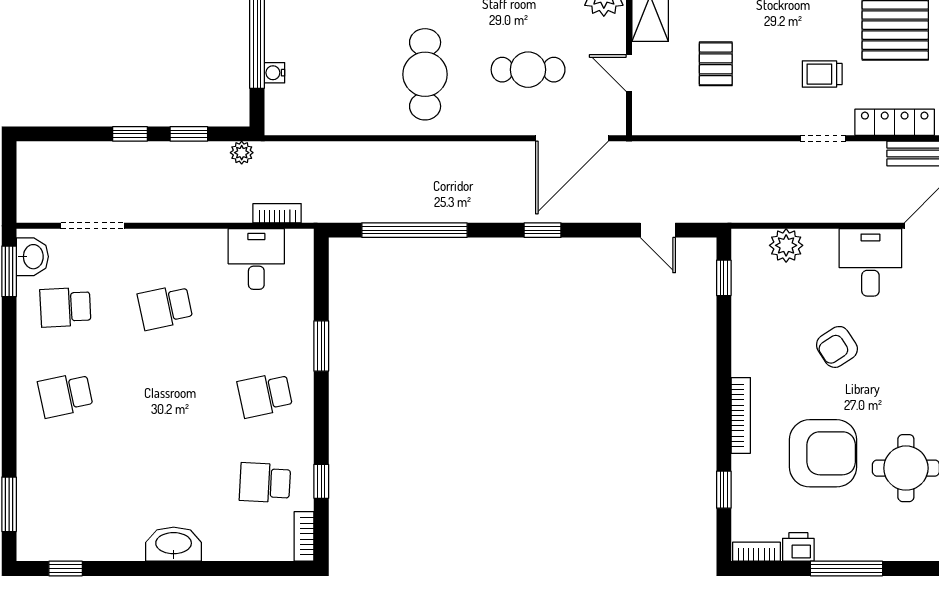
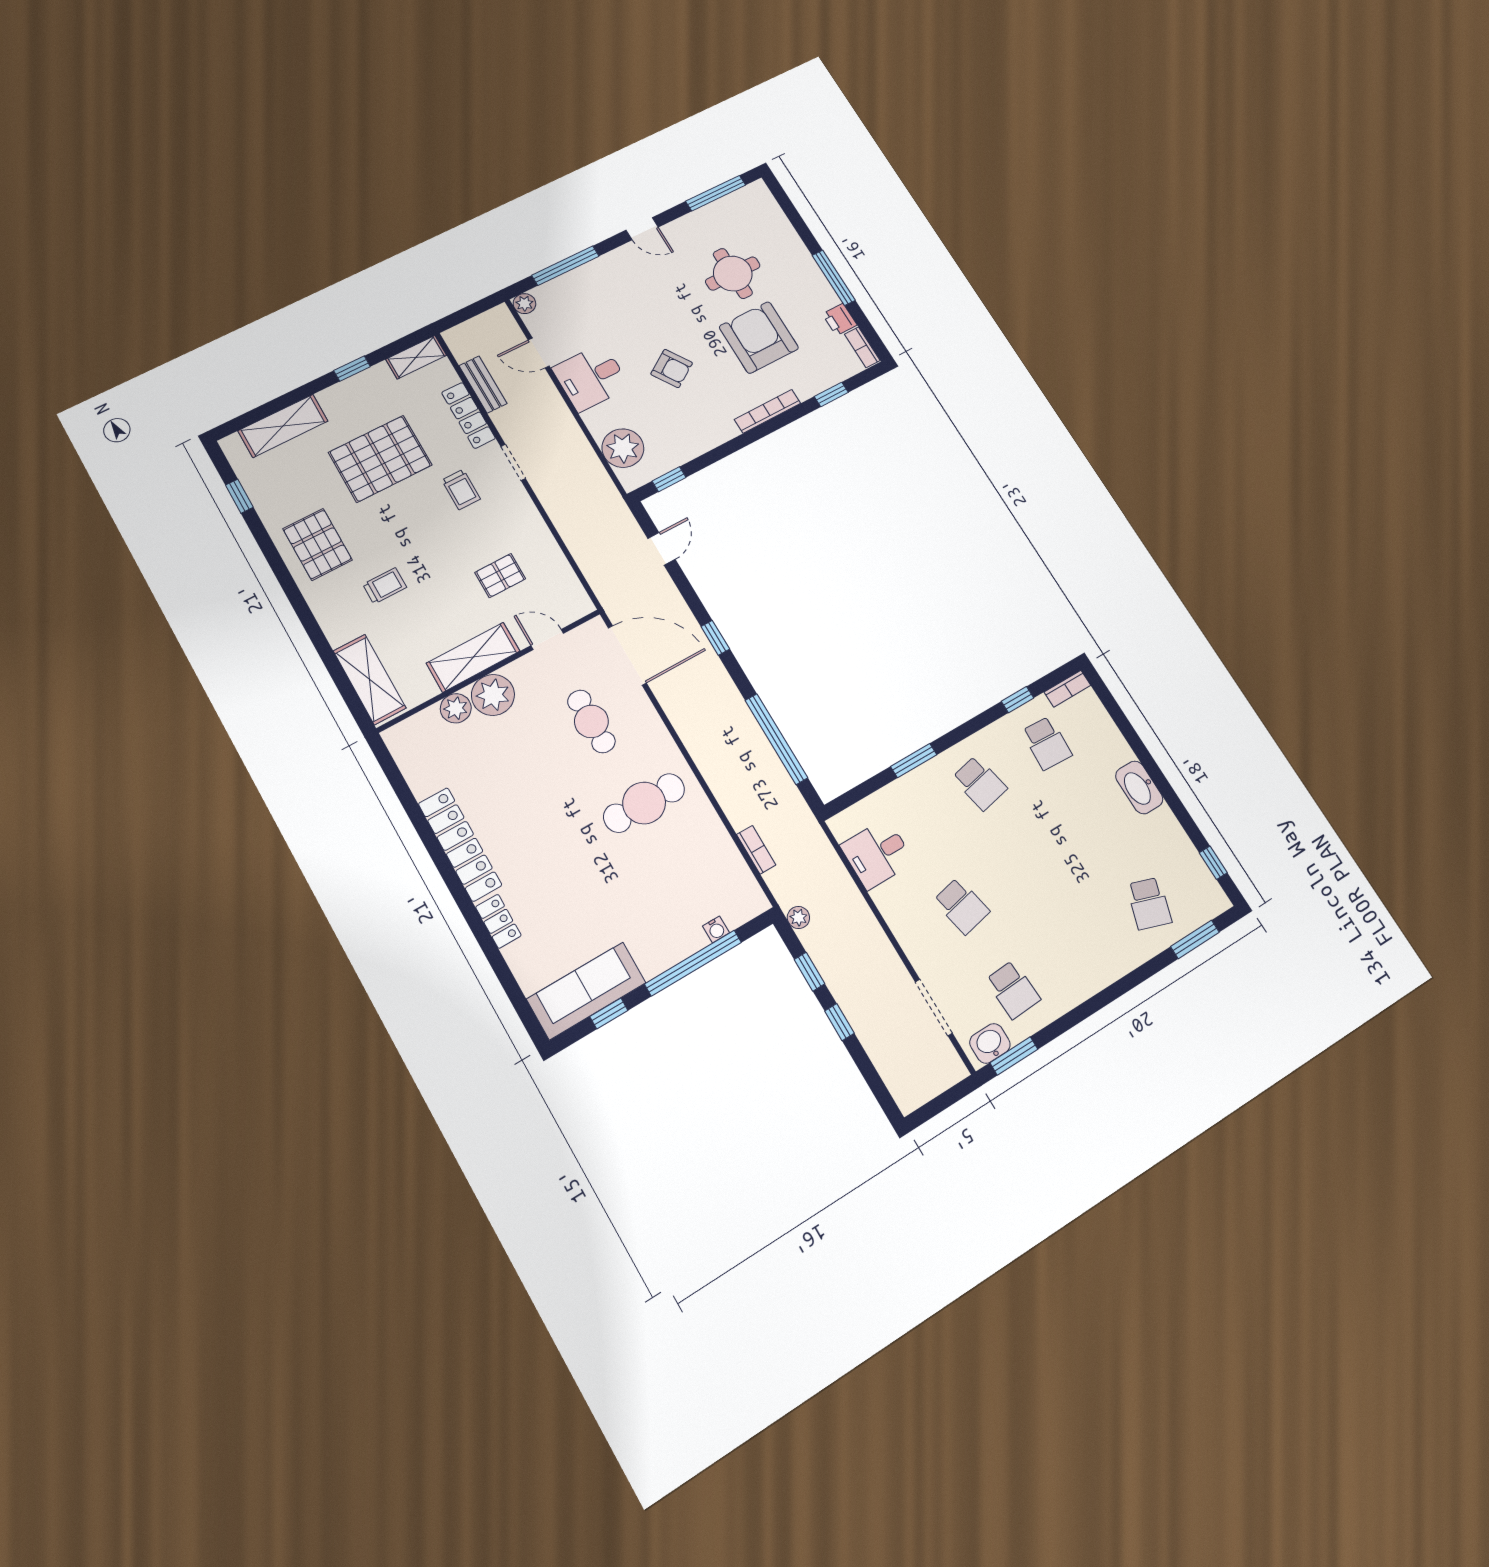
door: (629, 73) -> (547, 639), swing flipped
bookcase: (277, 213) -> (756, 850), moved, turned 180
plant: (786, 245) -> (623, 448), width x1.36, depth x1.36
school desk: (65, 395) -> (1149, 904), moved, turned 30

